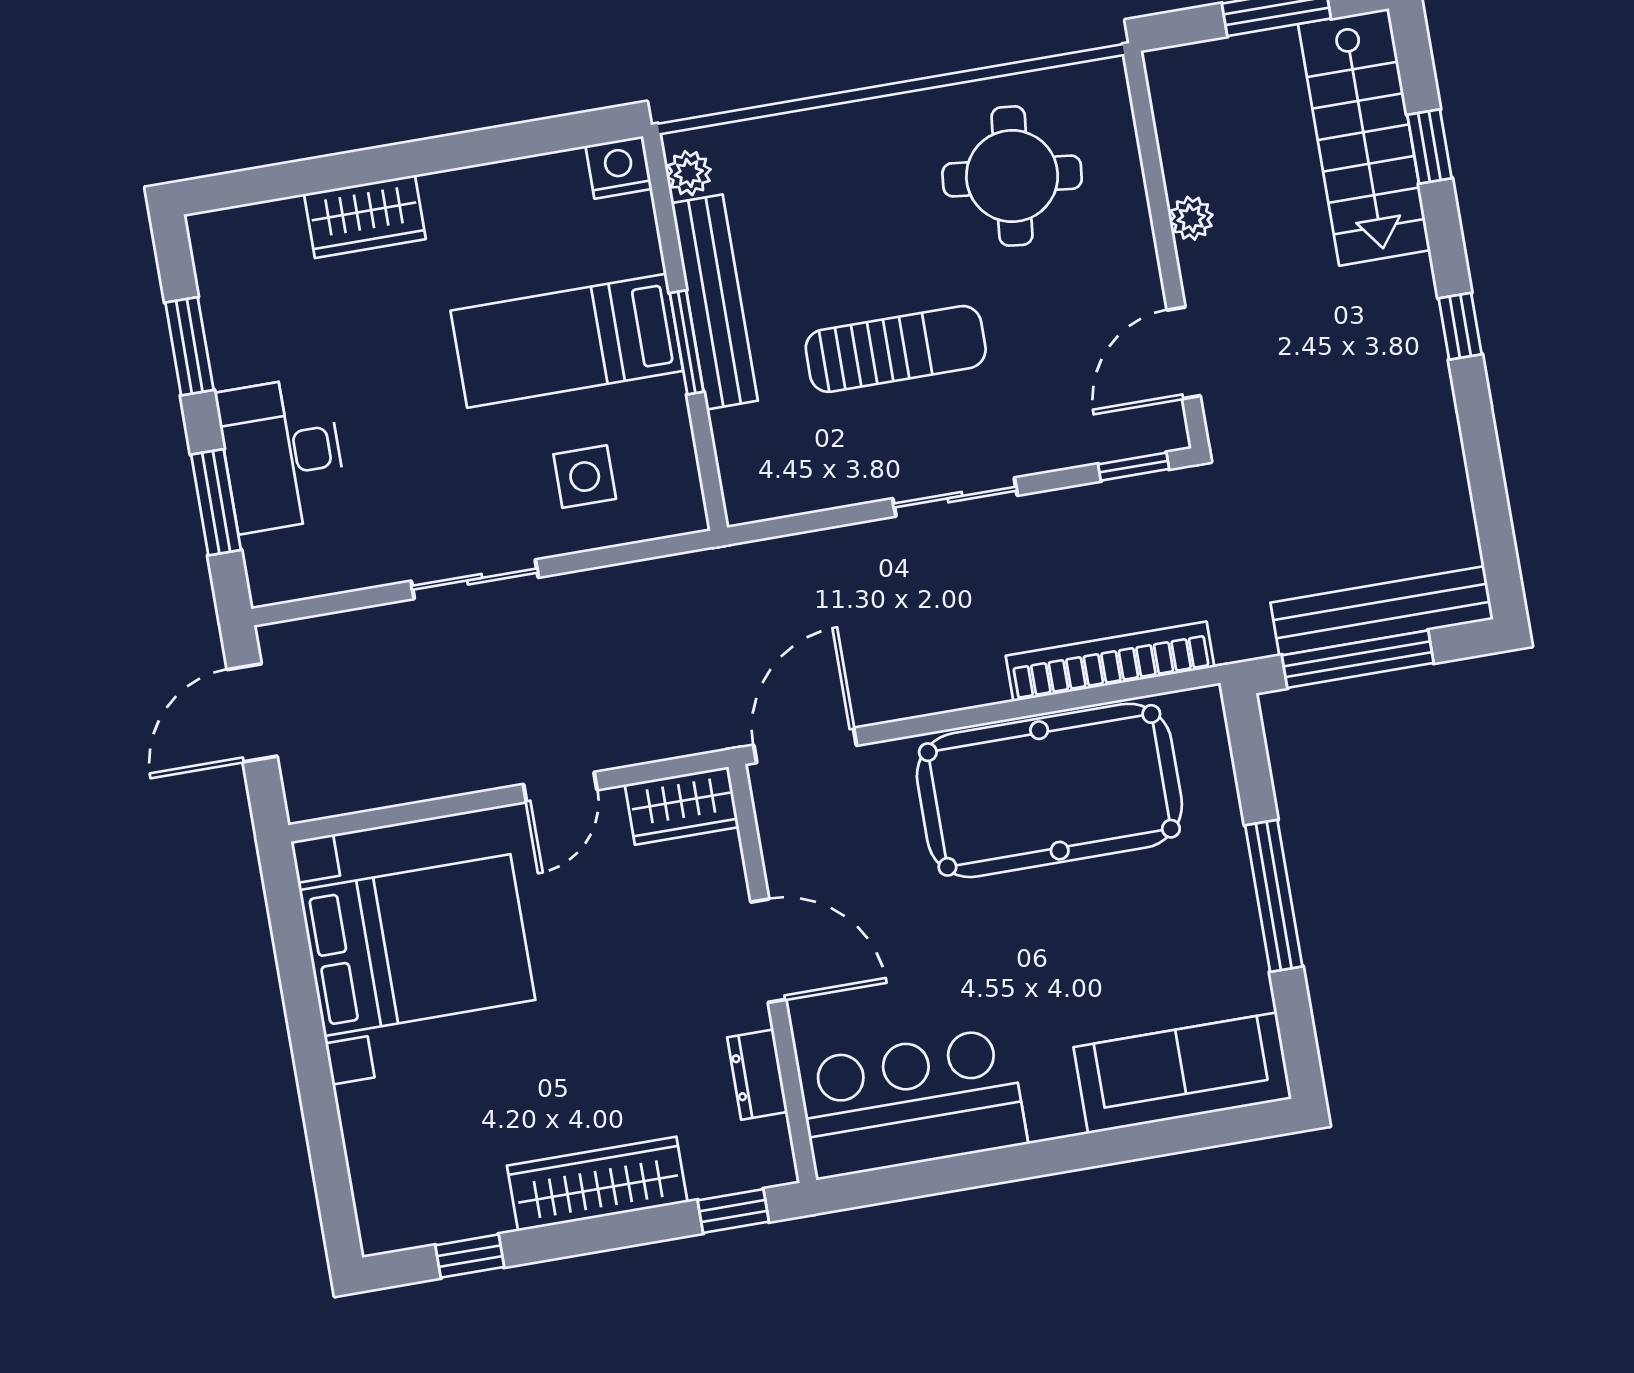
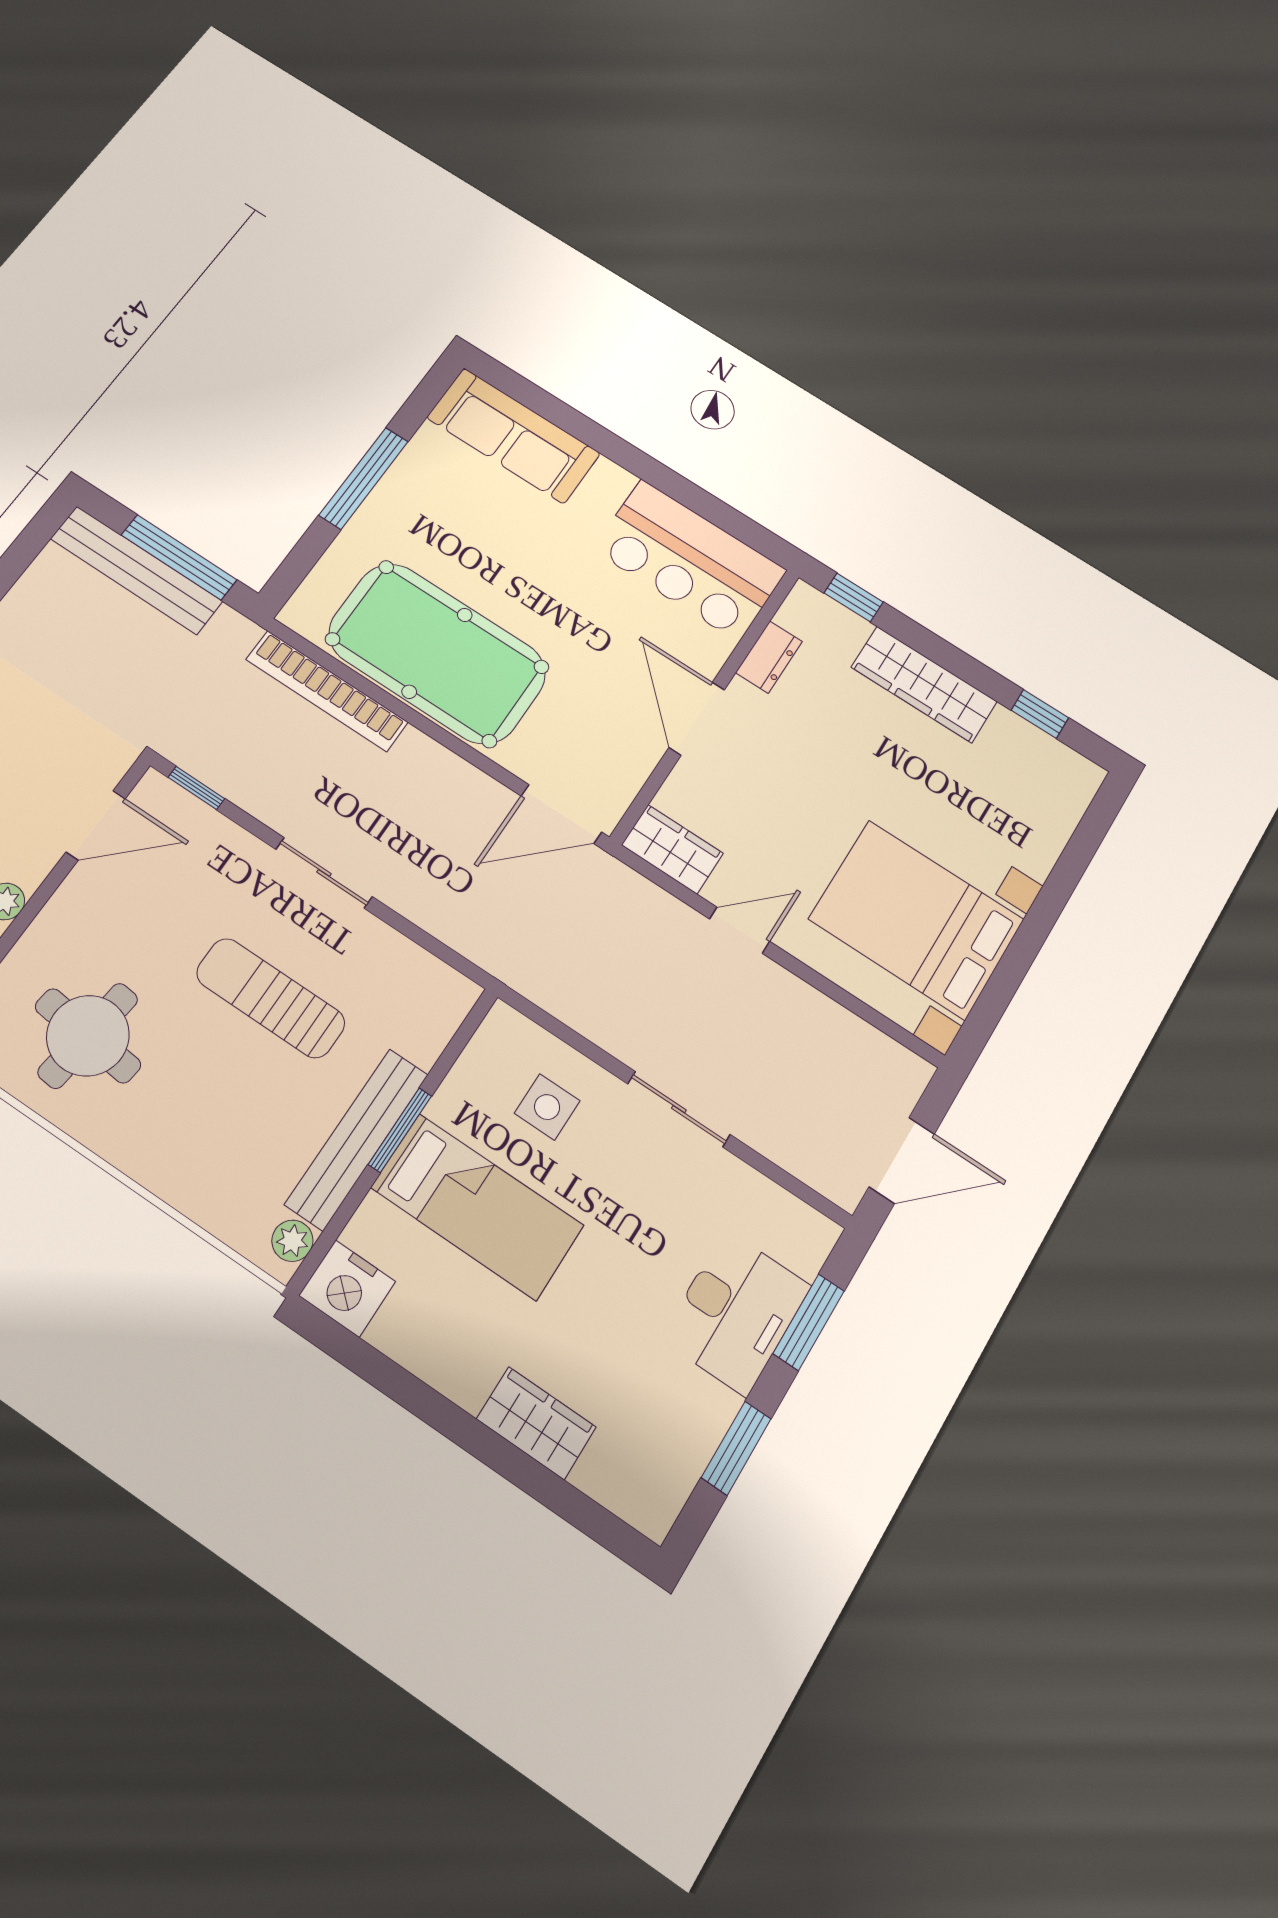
nightstand: (619, 167) -> (347, 1289), width x1.36, depth x1.33

